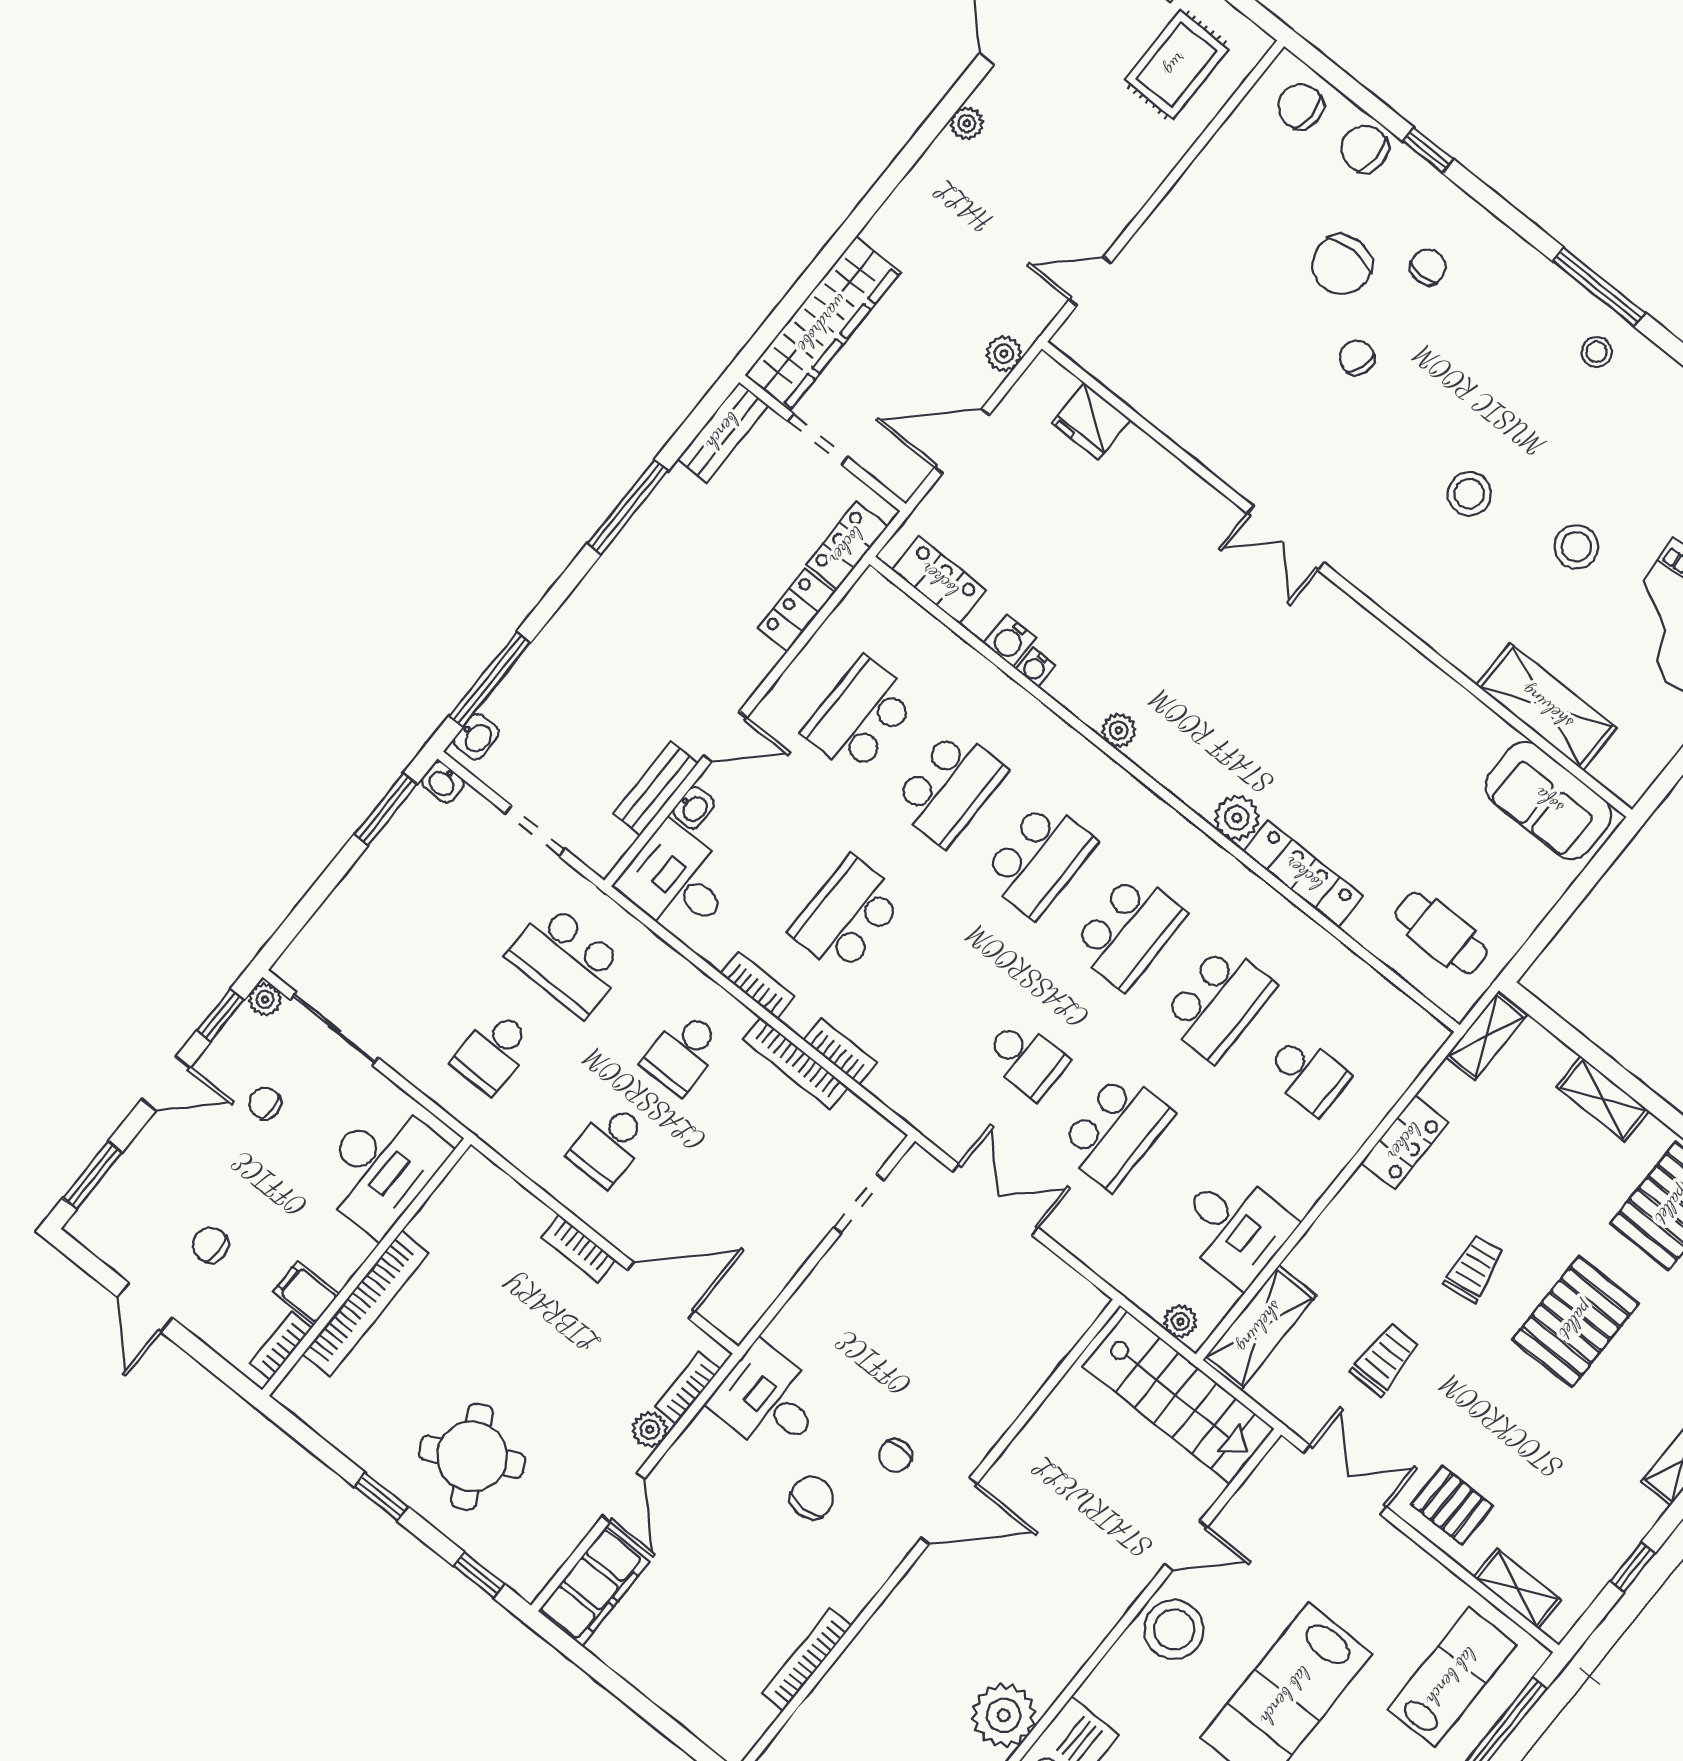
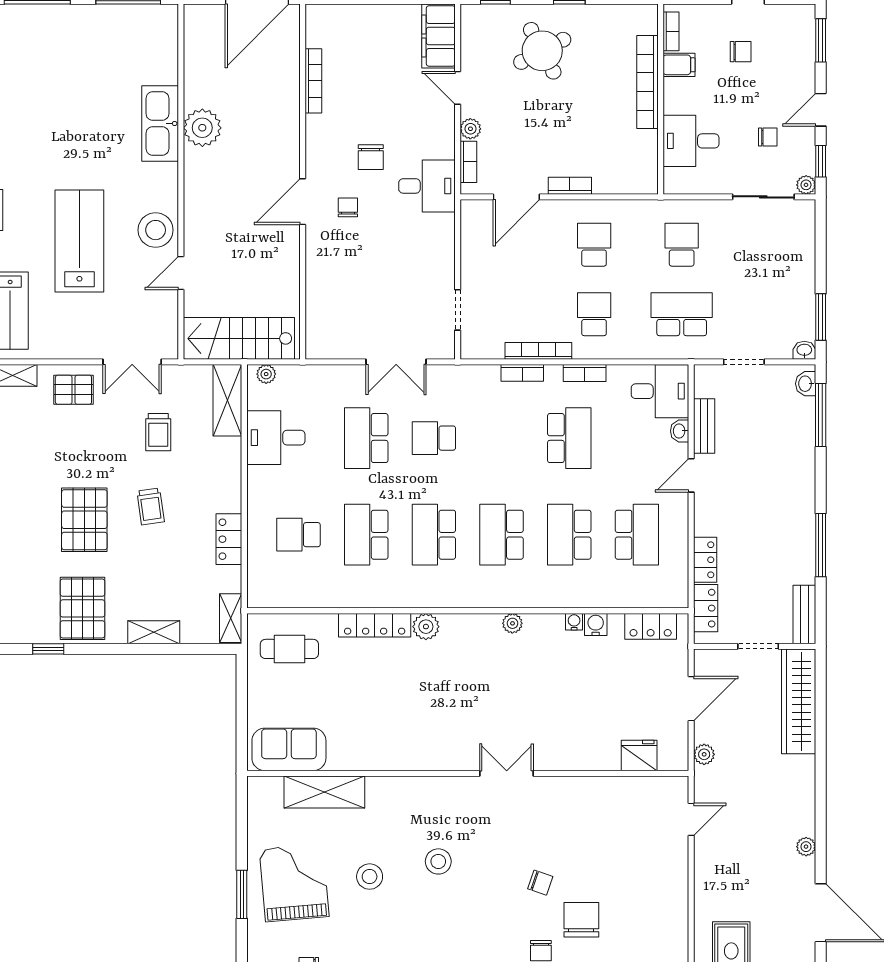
desk: (381, 1167) -> (691, 141), width x0.73

